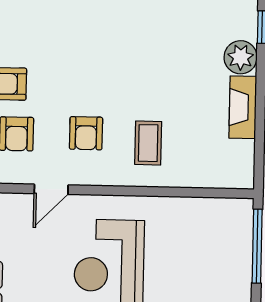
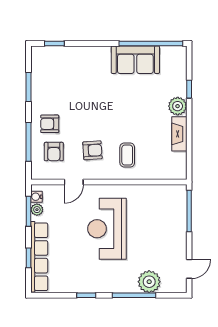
armchair: (86, 133) -> (92, 150), turned -94

